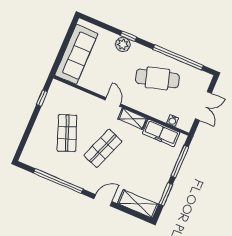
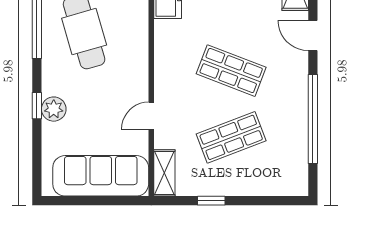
window: (42, 98) -> (211, 201), moved
door: (113, 102) -> (151, 116), moved
shelving: (133, 119) -> (164, 173), moved

